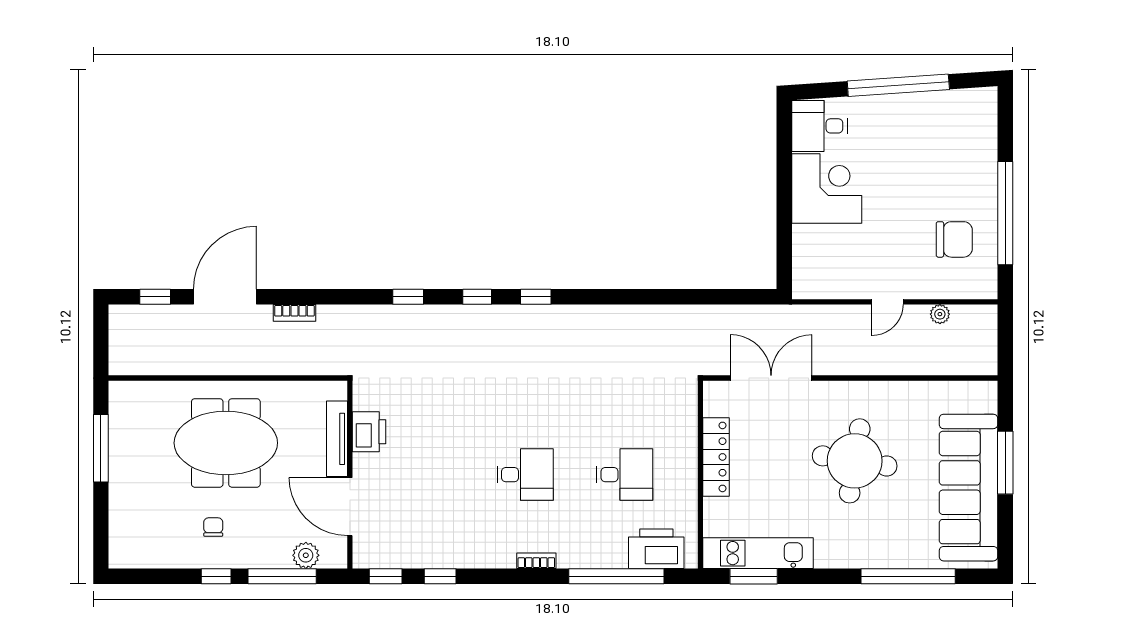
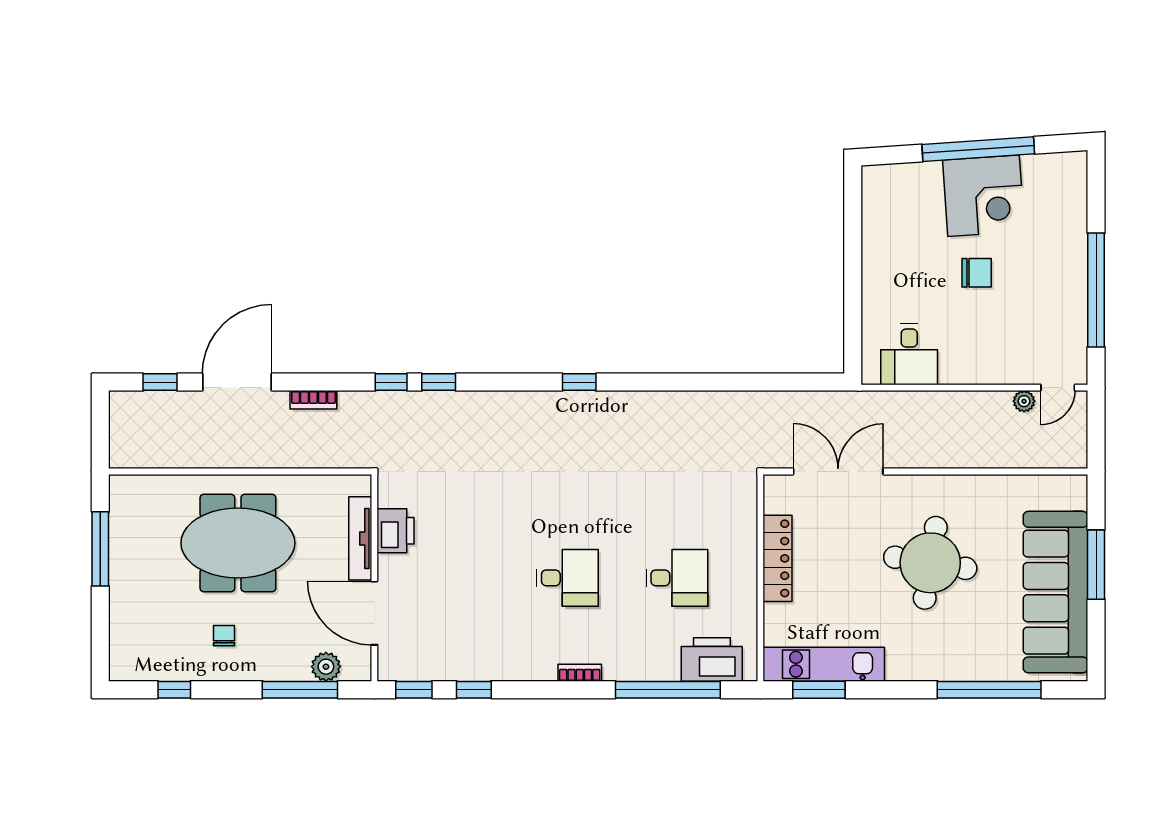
desk: (819, 126) -> (909, 354), moved, turned -90
corner desk: (827, 188) -> (983, 196), moved, turned 86
chair: (954, 239) -> (977, 273), moved, width x0.73, depth x0.73
window: (477, 297) -> (391, 382), moved
door: (888, 302) -> (1058, 388), moved
window: (216, 576) -> (174, 690), moved

